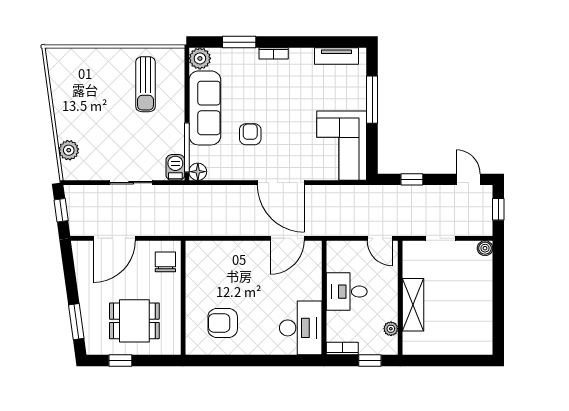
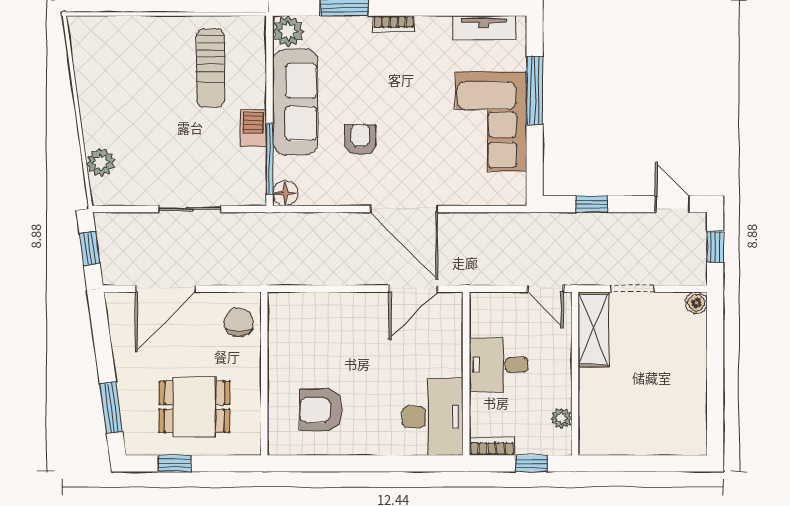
corner sofa: (342, 146) -> (491, 121), moved
barbecue: (175, 167) -> (253, 128), moved
shelving: (413, 305) -> (593, 330), moved

